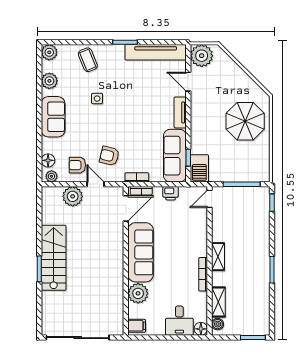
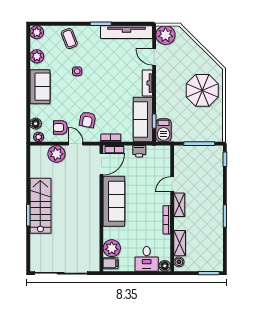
armchair: (109, 156) -> (87, 120), turned -93
door: (210, 199) -> (172, 184), moved
plant: (138, 293) -> (112, 248), moved

